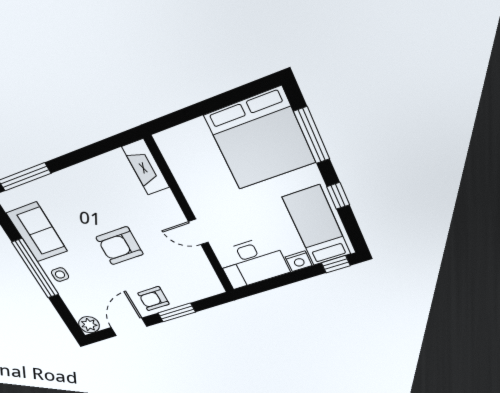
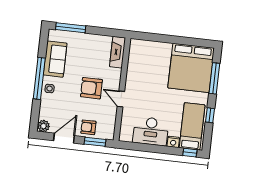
fireplace: (146, 167) -> (118, 52), moved
wall: (191, 217) -> (122, 89), moved
door: (198, 232) -> (121, 99), moved

